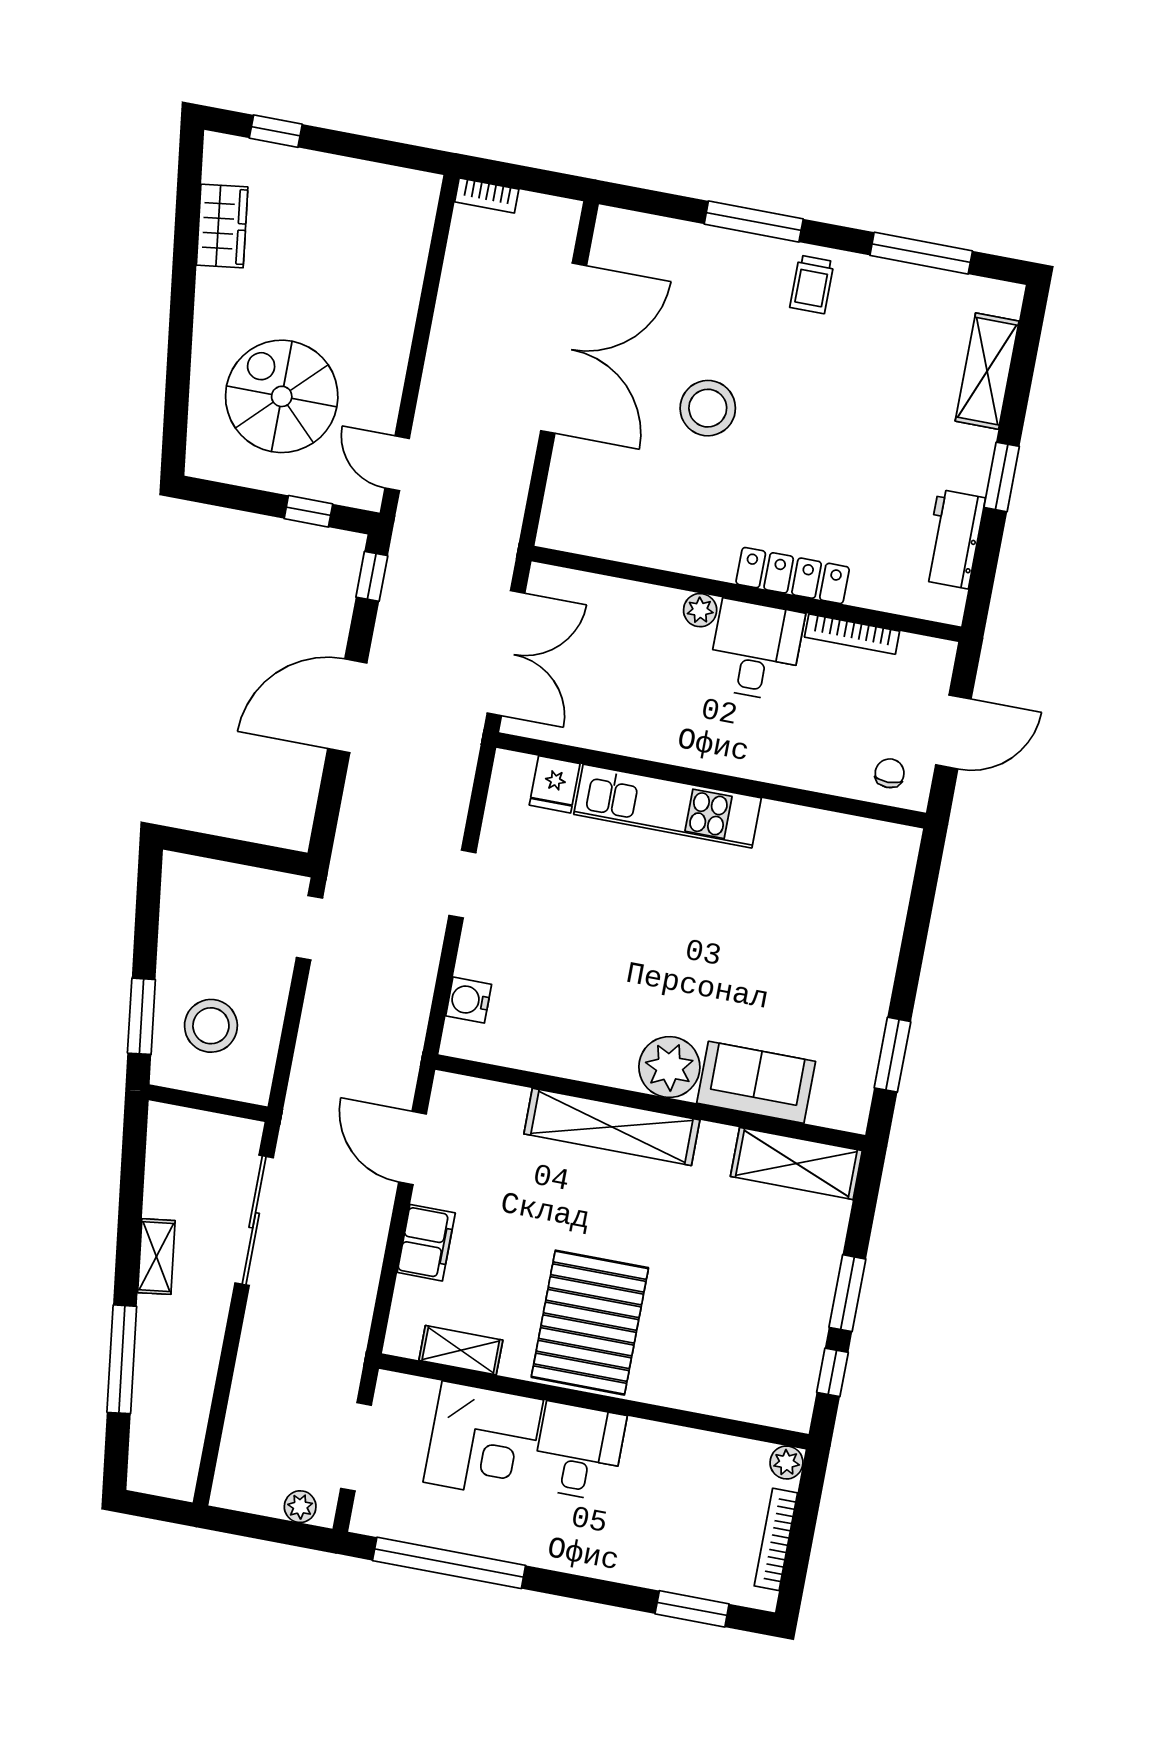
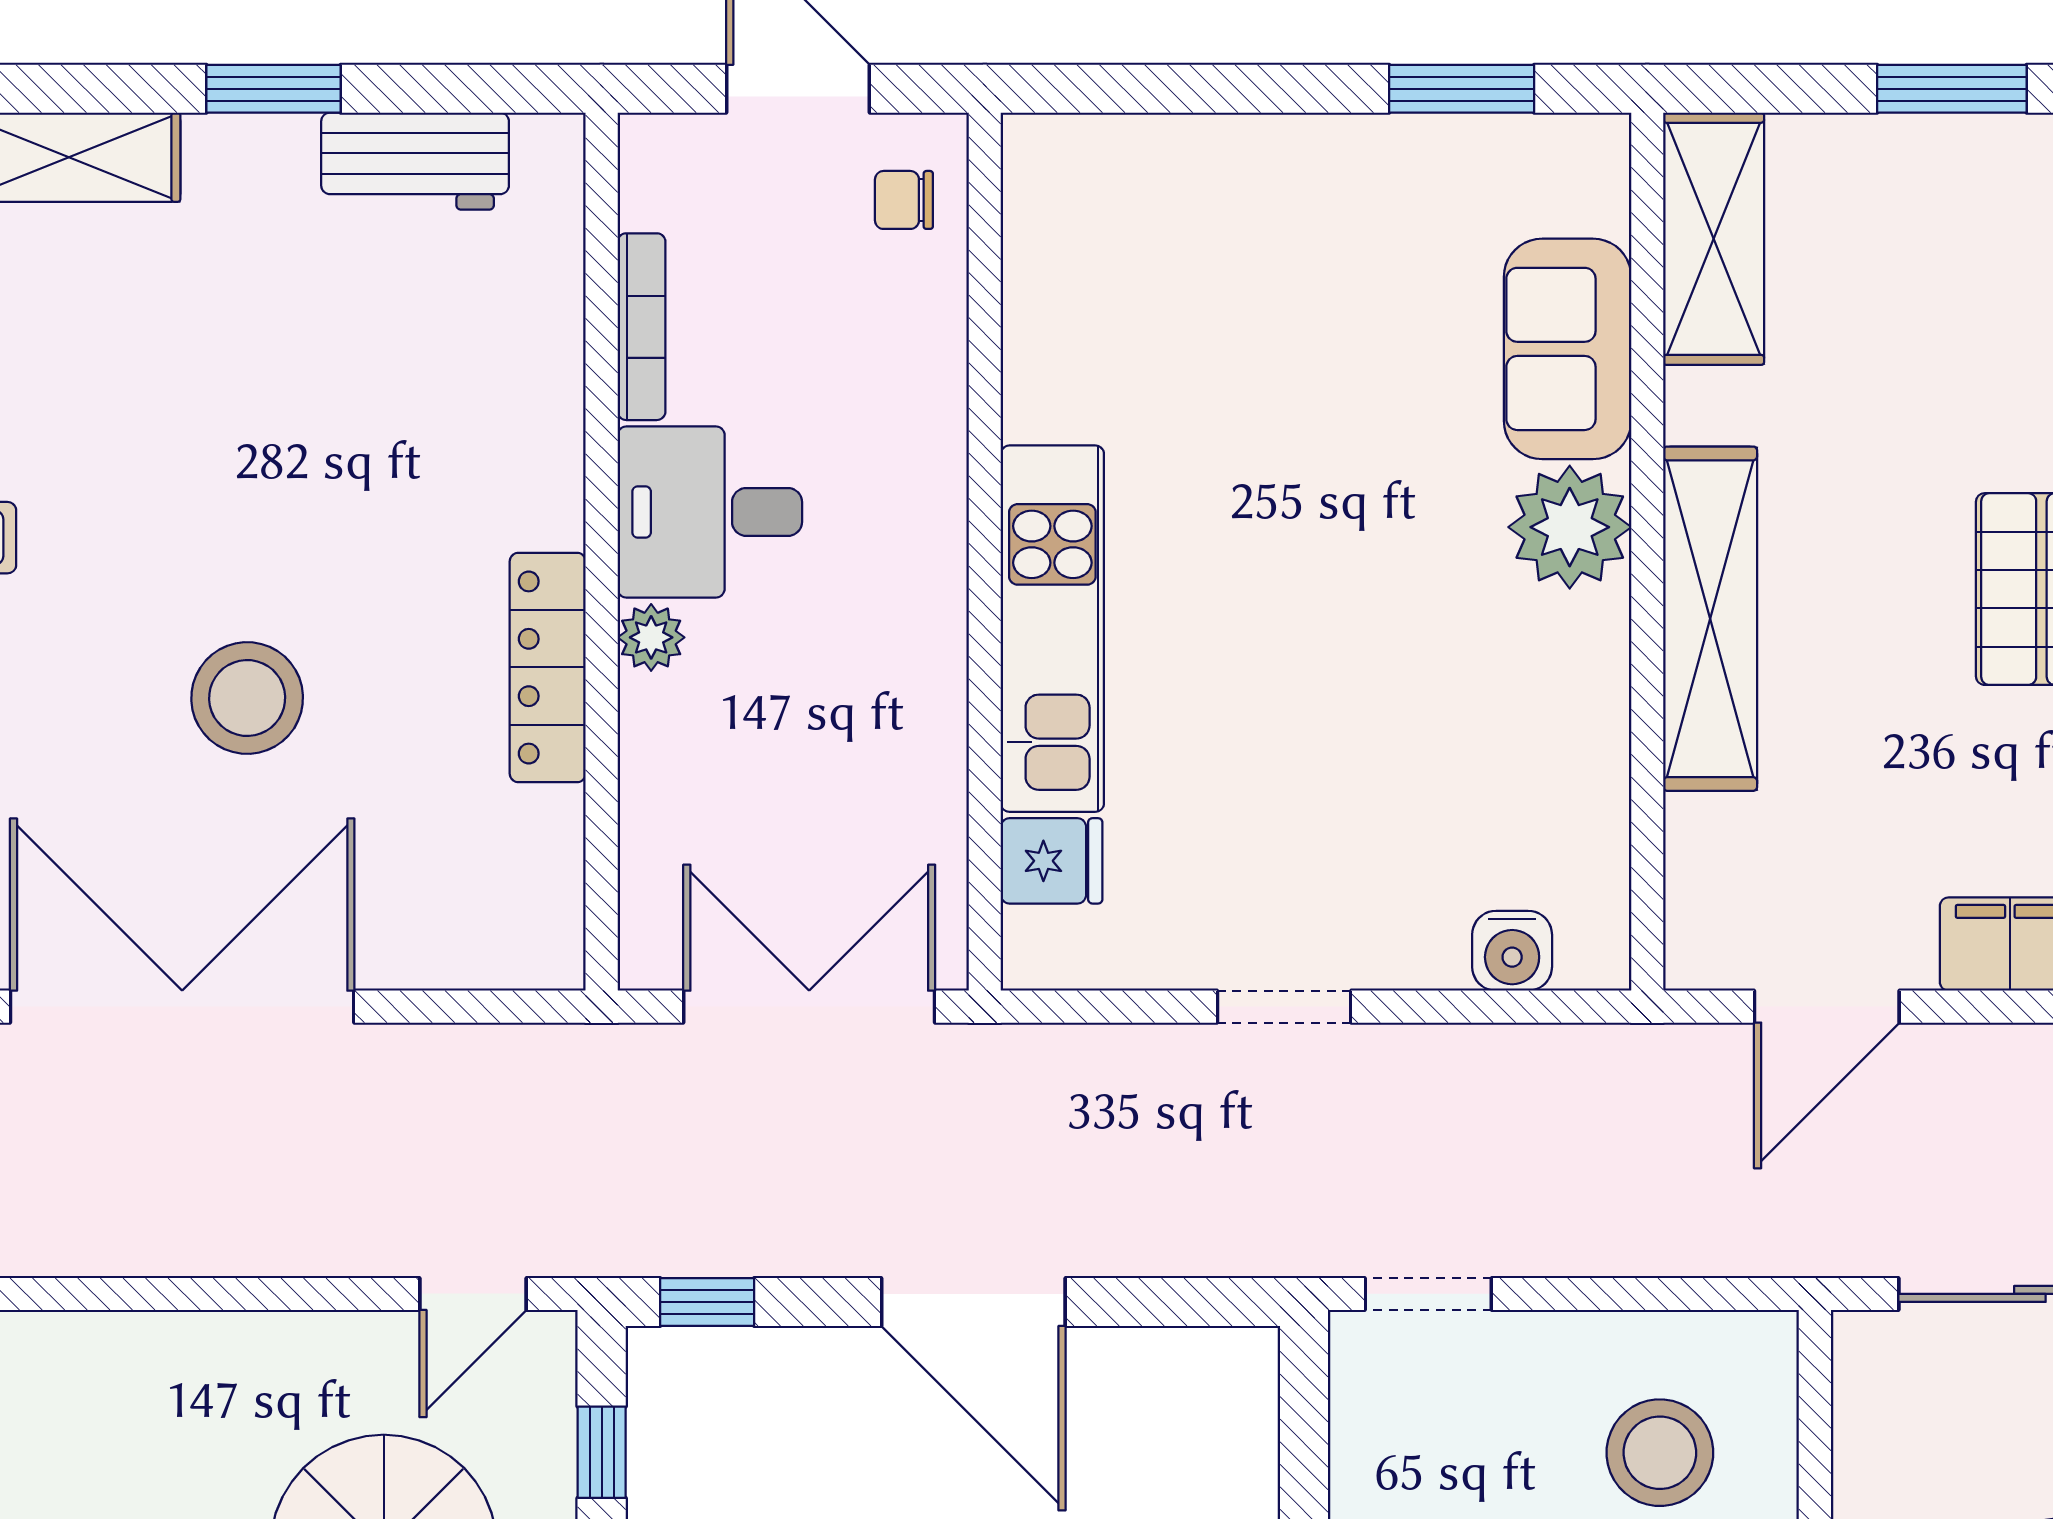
locker: (793, 576) -> (548, 667), moved

